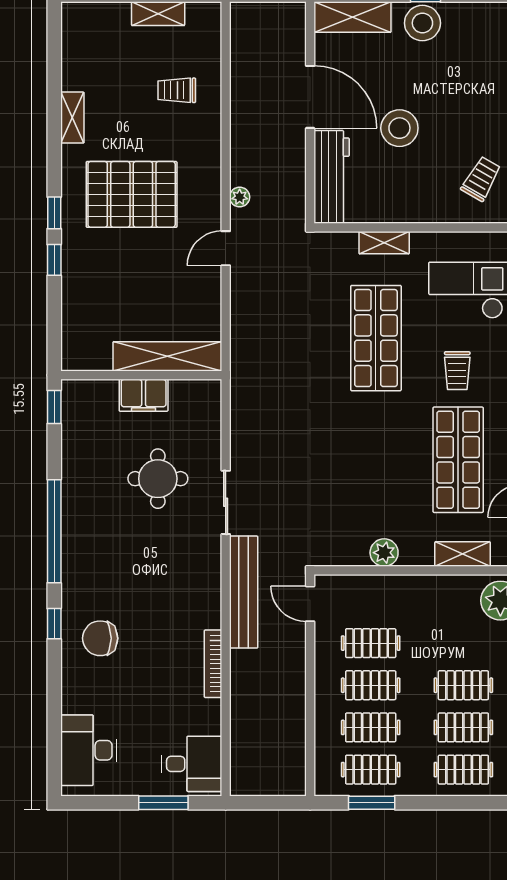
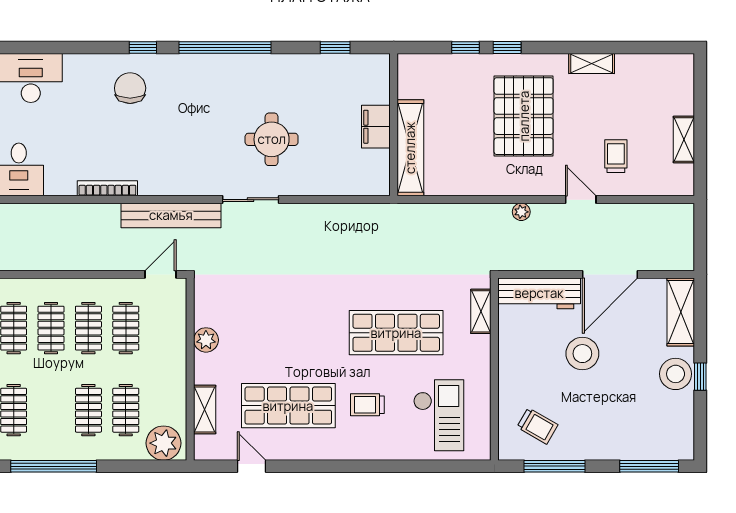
shelving: (384, 243) -> (481, 311), moved
door: (226, 248) -> (581, 200), moved
shelving: (167, 356) -> (410, 148), moved
wall: (141, 375) -> (394, 125), moved
filing cabinet: (144, 395) -> (376, 127), moved
clothes rail: (463, 727) -> (126, 410), moved

